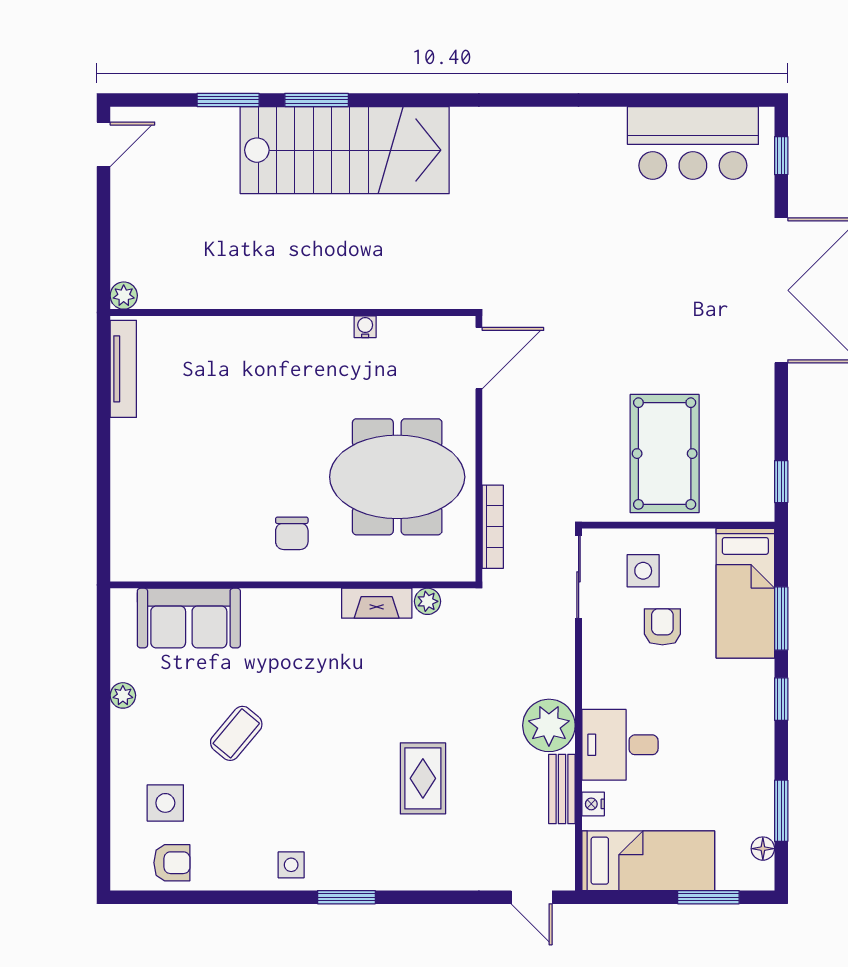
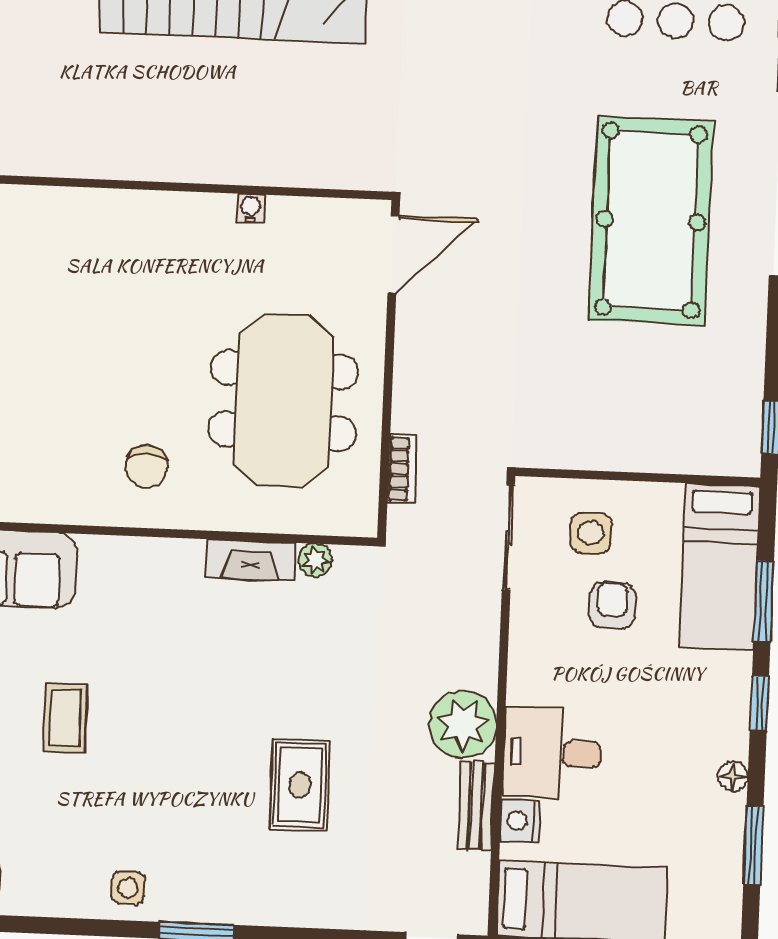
pool table: (665, 454) -> (651, 221), moved, width x1.36, depth x1.32
meeting table: (397, 477) -> (283, 400), turned 90
bookcase: (493, 527) -> (402, 469), width x0.64
coffee table: (236, 733) -> (65, 718), turned -40
nightstand: (593, 804) -> (520, 821), width x1.39, depth x1.35
floor lamp: (763, 849) -> (733, 776), moved

